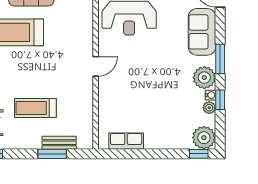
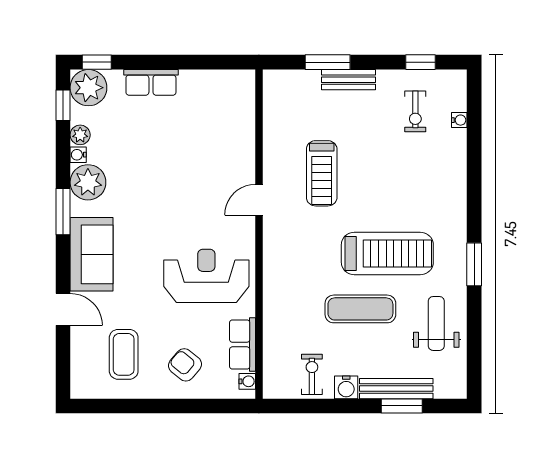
window: (220, 100) -> (63, 105), moved
treadmill: (35, 108) -> (322, 173), moved, turned 90
row of seats: (126, 141) -> (151, 82), moved
bench: (59, 143) -> (348, 80), moved

